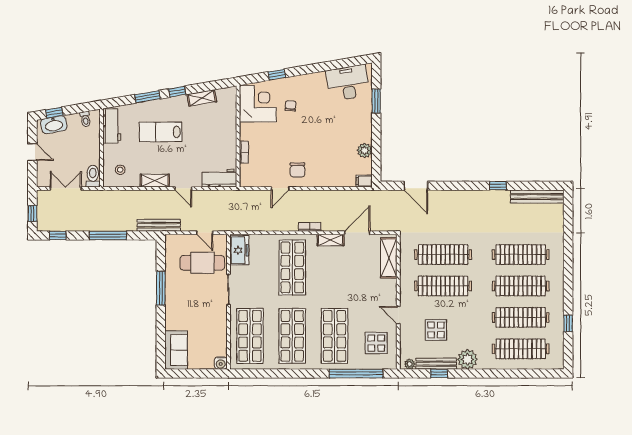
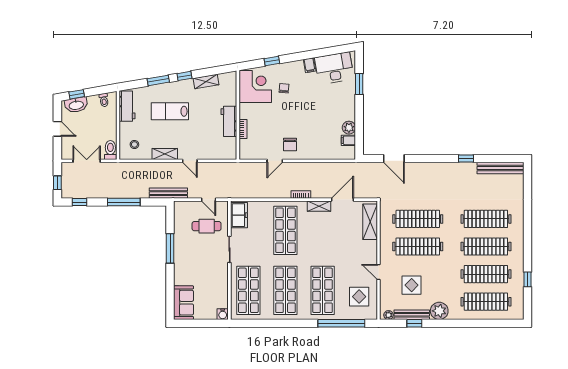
filing cabinet: (320, 79) -> (310, 65), added
workbench: (219, 178) -> (229, 121), moved, turned -90
filing cabinet: (364, 181) -> (348, 140), moved
cafe table: (202, 263) -> (207, 226), width x0.73, depth x0.74

